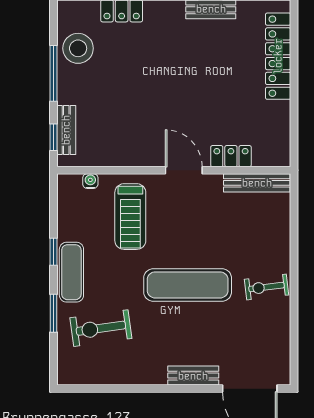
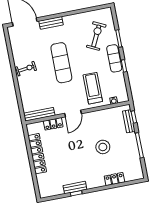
stool: (78, 48) -> (103, 147), moved
locker: (278, 56) -> (37, 154), moved
door: (184, 170) -> (73, 113), hinge flipped
exercise mat: (188, 285) -> (61, 63), turned 90
exercise bike: (101, 328) -> (96, 36), turned -56

